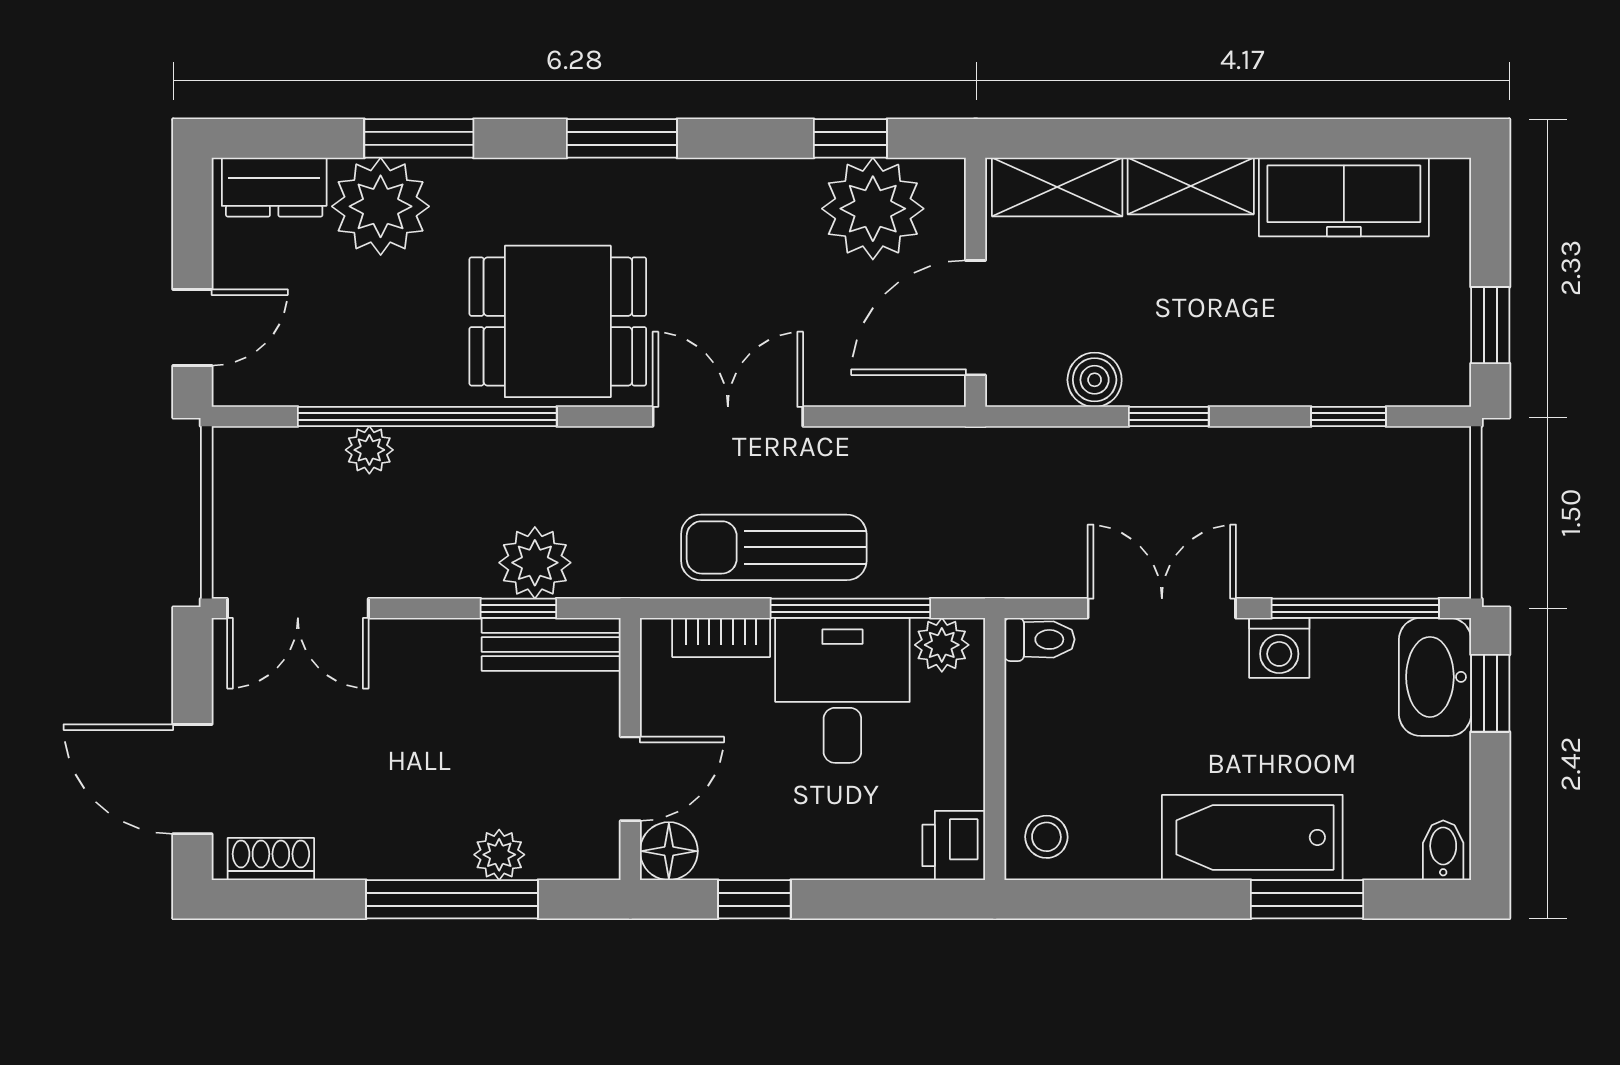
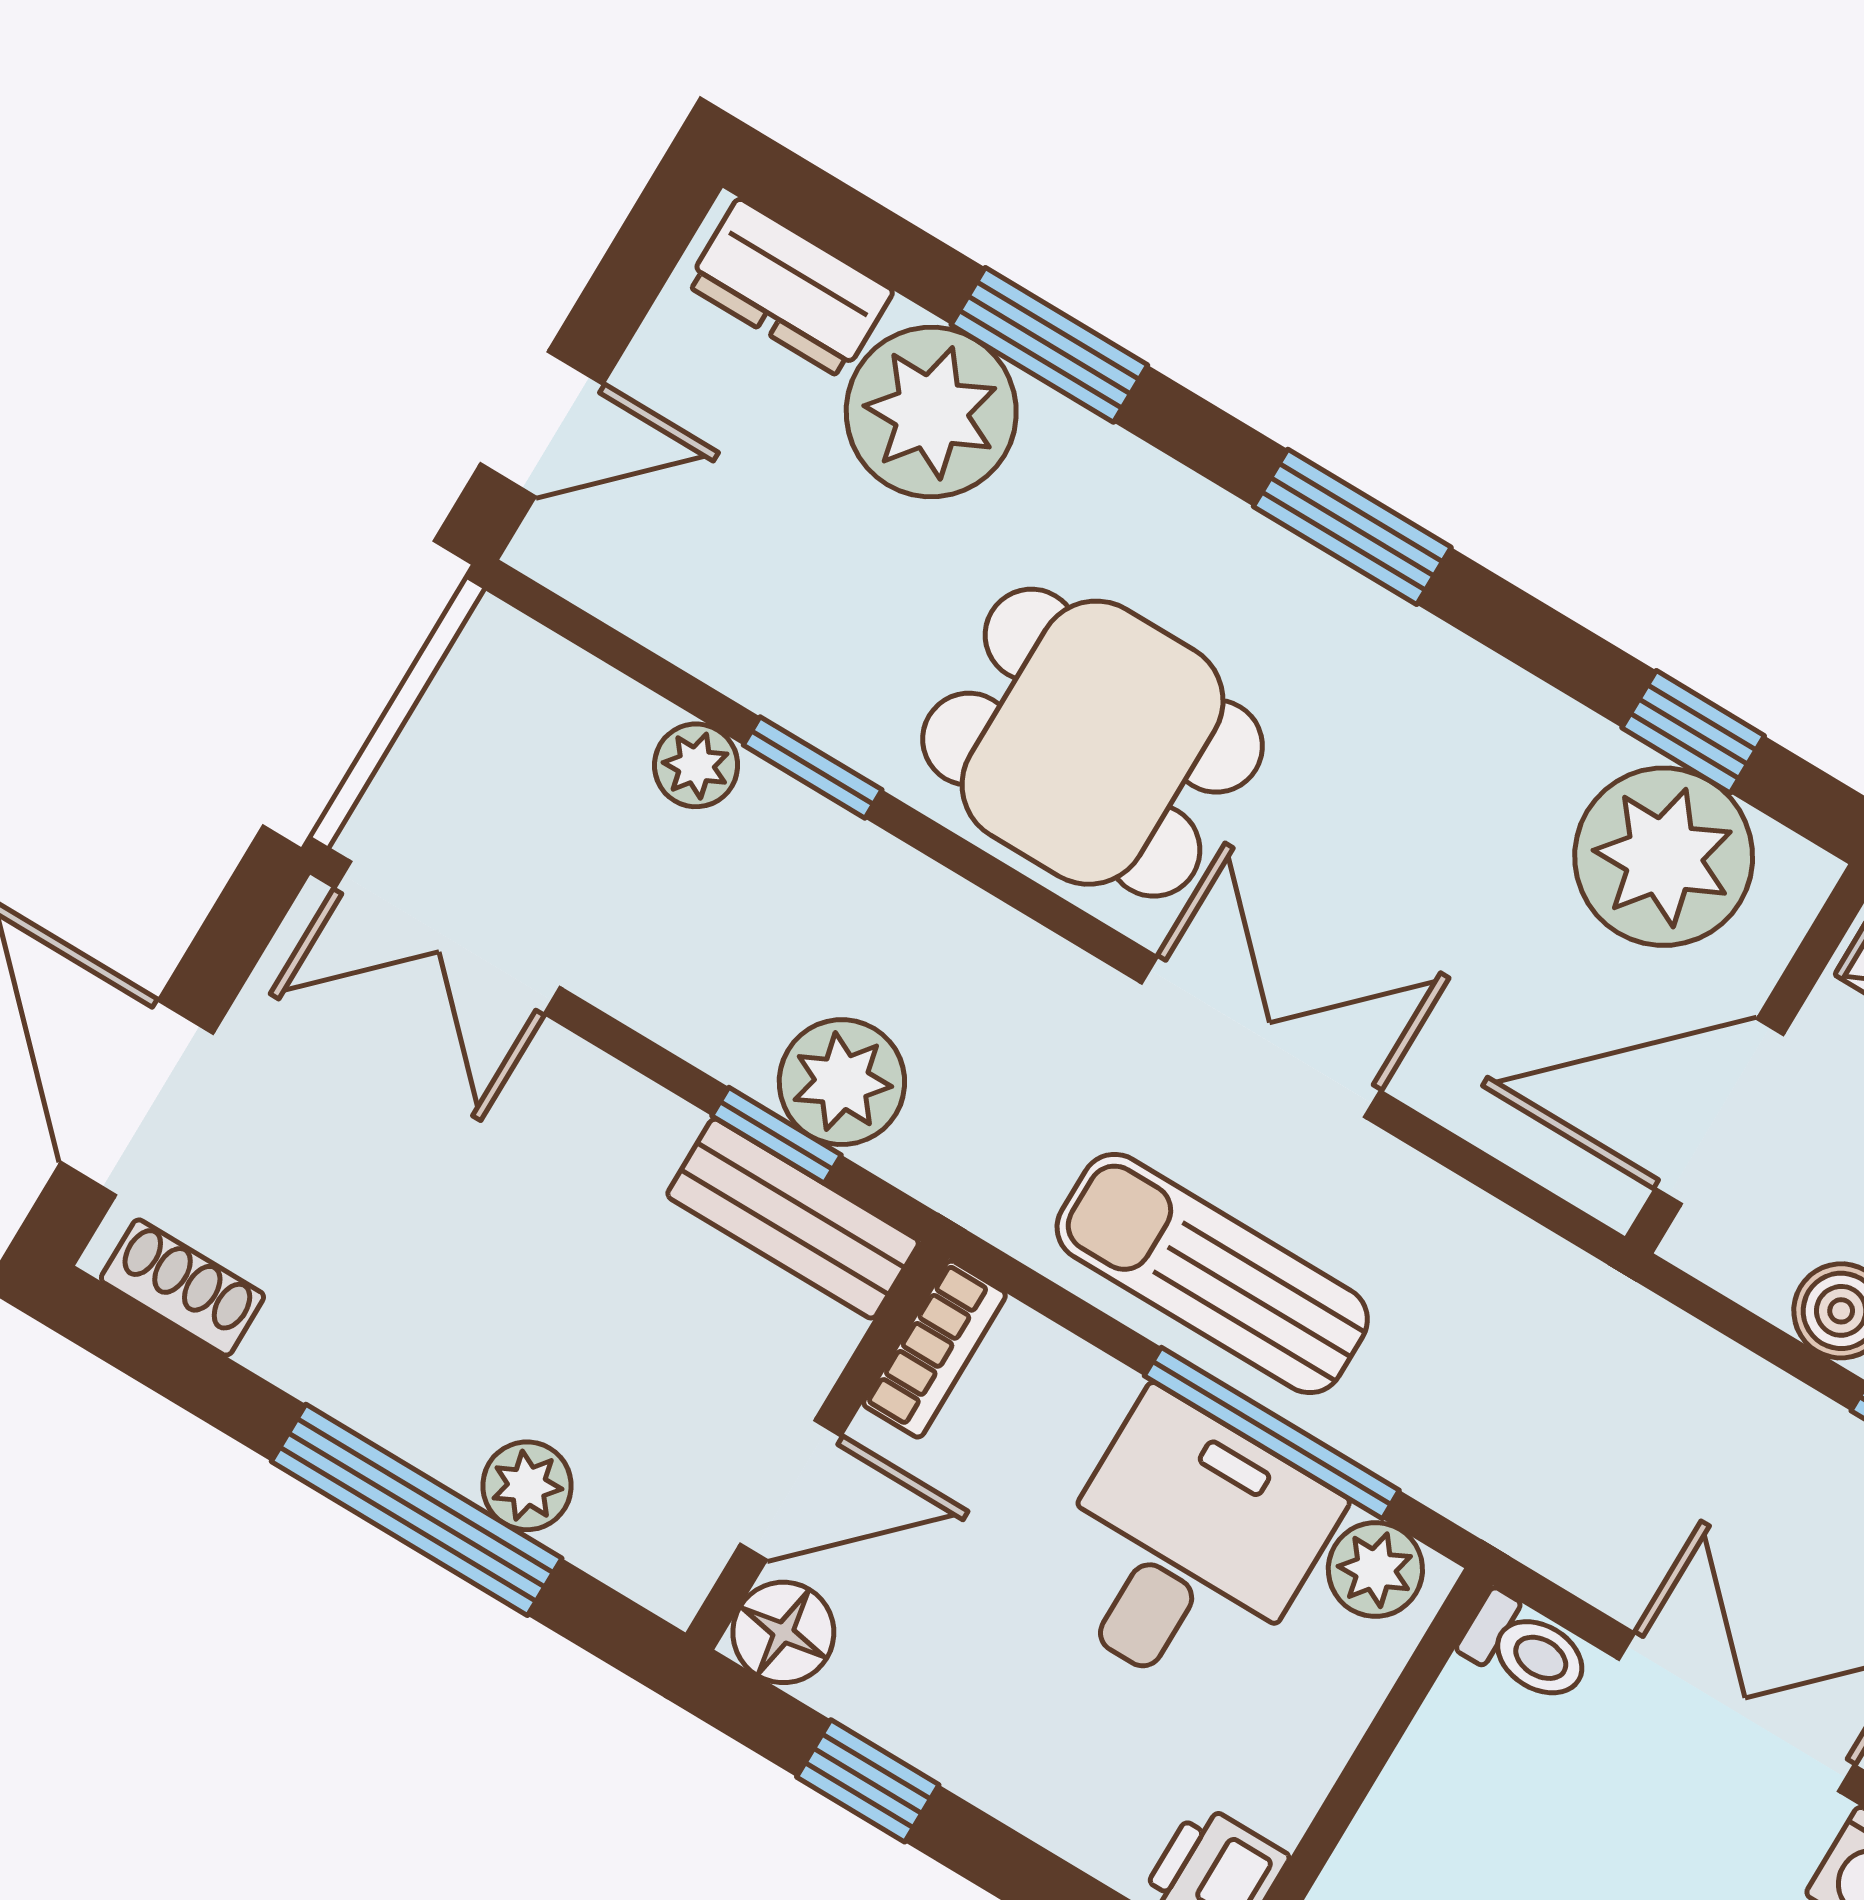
window: (427, 416) -> (813, 767), width x0.32
bookcase: (721, 637) -> (935, 1349), moved, turned -90

